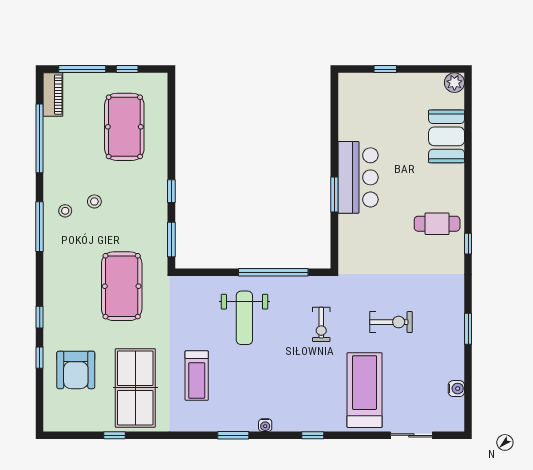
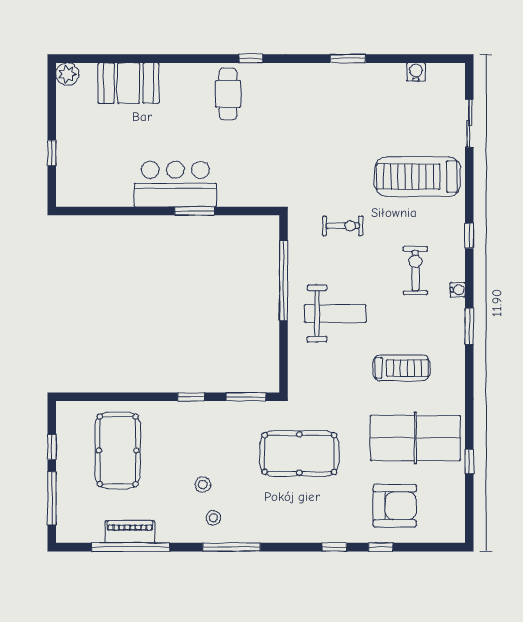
piano: (53, 95) -> (130, 532), moved
pool table: (124, 127) -> (118, 450), turned 90
exercise bike: (391, 322) -> (415, 271), moved

